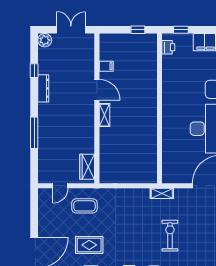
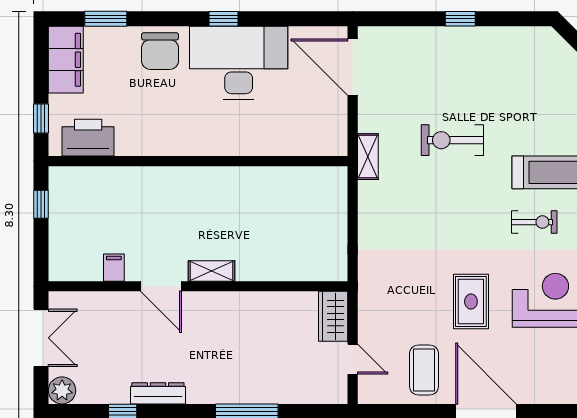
double door: (71, 30) -> (41, 338), swing flipped
printer: (168, 47) -> (88, 138), width x1.87, depth x1.48
door: (97, 90) -> (161, 286), swing flipped
wardrobe: (87, 167) -> (333, 316), moved, turned 90
coffee table: (84, 206) -> (424, 370), moved

